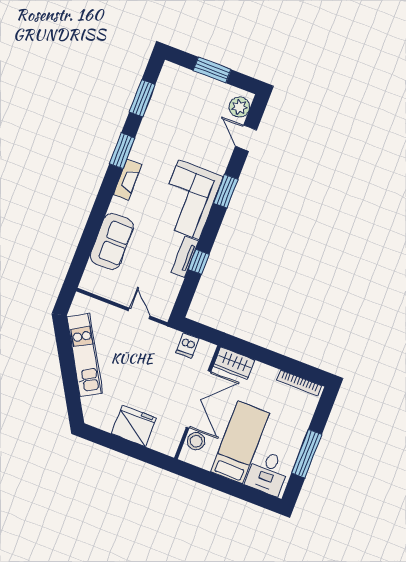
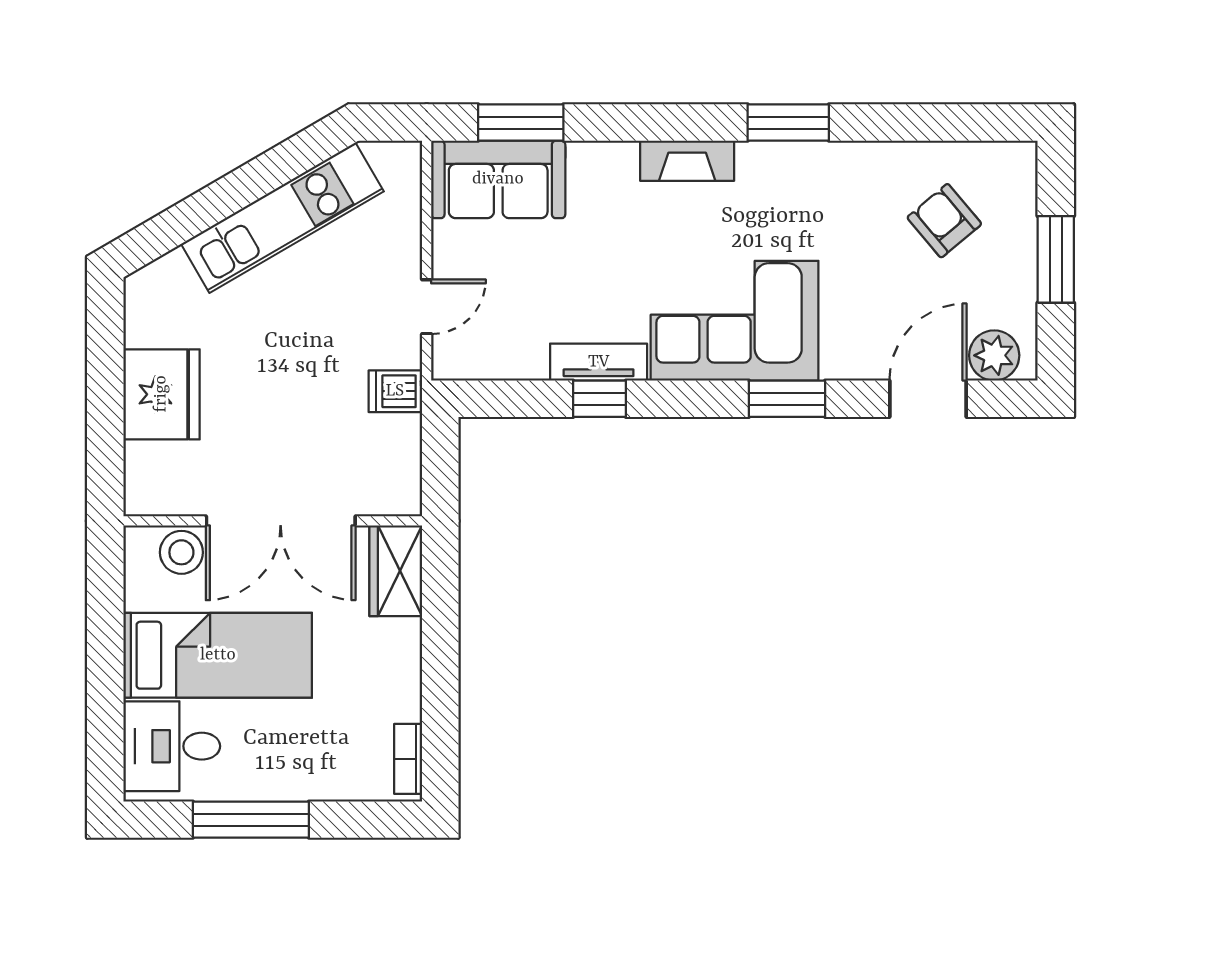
window: (142, 98) -> (521, 123), moved
armchair: (182, 106) -> (944, 221), added
door: (246, 138) -> (928, 399), width x1.38
fireplace: (127, 180) -> (687, 161), moved
sofa: (112, 241) -> (498, 179), moved
dishwasher: (187, 345) -> (395, 391), moved
bookcase: (299, 383) -> (408, 759), width x0.64

